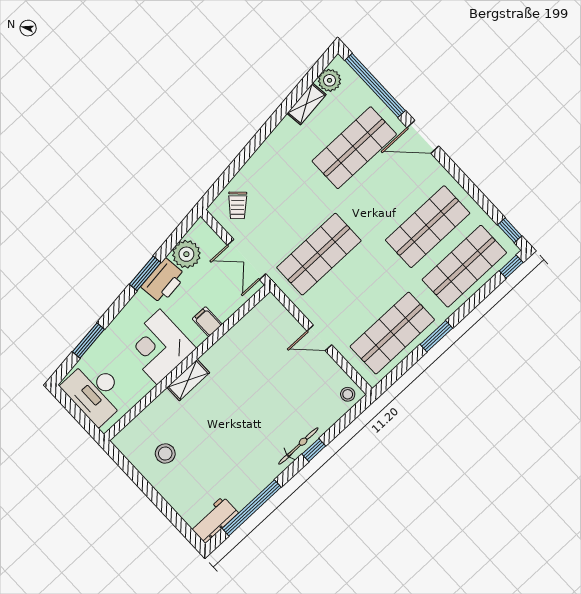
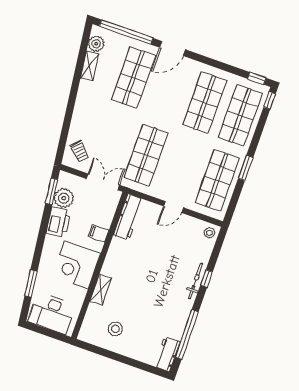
double door: (247, 259) -> (103, 182), swing flipped
window: (145, 273) -> (52, 191), moved
workbench: (255, 321) -> (128, 217), added
shelving: (188, 380) -> (101, 290), moved

